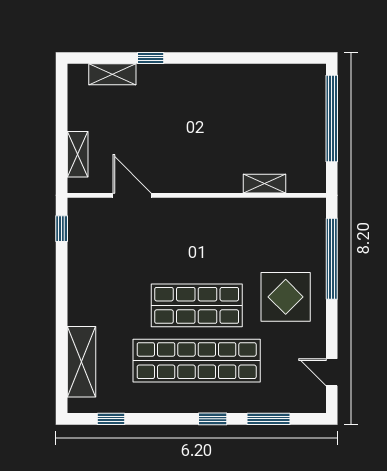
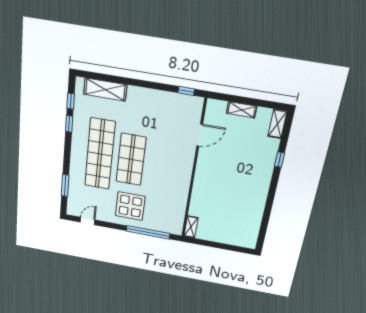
shelving: (112, 74) -> (277, 124), moved
window: (332, 119) -> (224, 246), removed
shelving: (78, 154) -> (242, 110), moved
shelving: (264, 184) -> (191, 227), moved
window: (213, 419) -> (69, 124), moved

